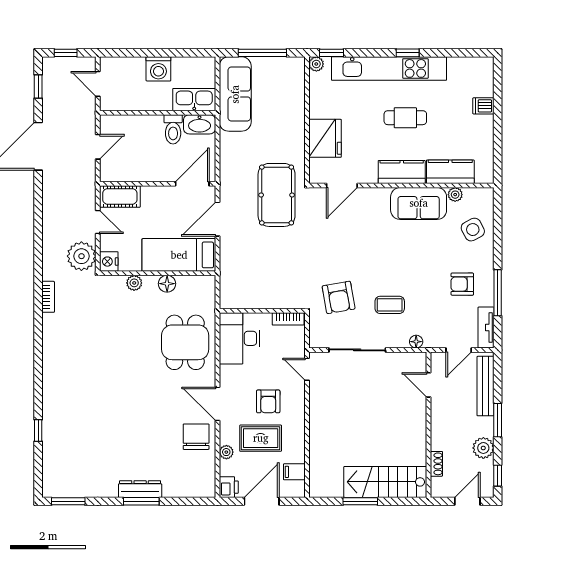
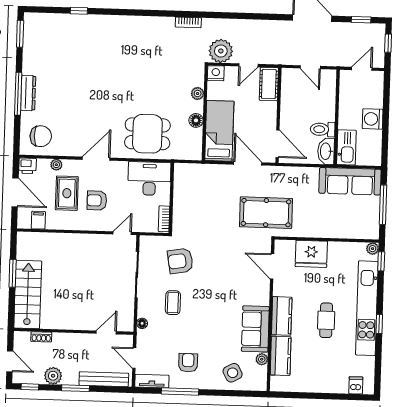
dishwasher: (483, 106) -> (356, 385), moved
chair: (196, 437) -> (41, 136), moved
window: (141, 501) -> (18, 94), width x1.44

